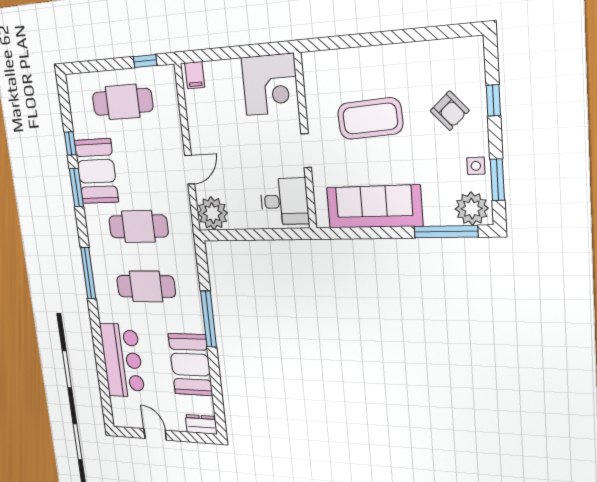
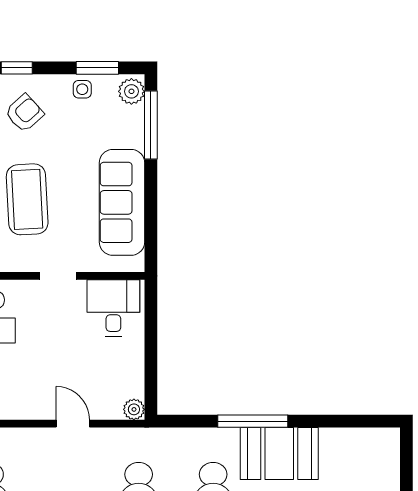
plant: (472, 209) -> (131, 91), width x0.73, depth x0.73
plant: (212, 213) -> (134, 409), width x0.53, depth x0.53
booth: (190, 365) -> (279, 454), moved
dresser: (201, 424) -> (388, 448), removed

